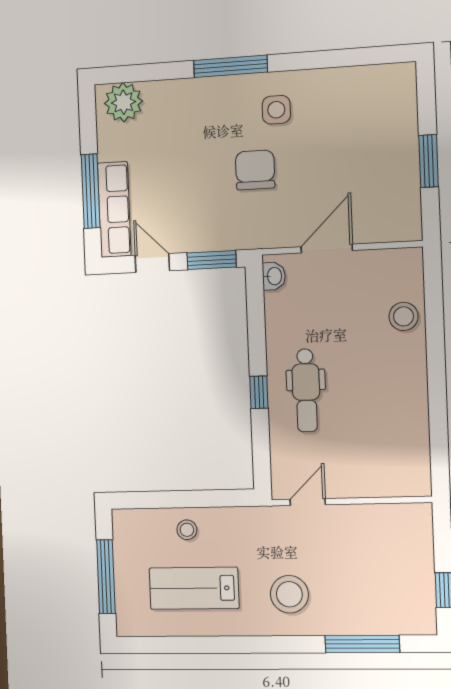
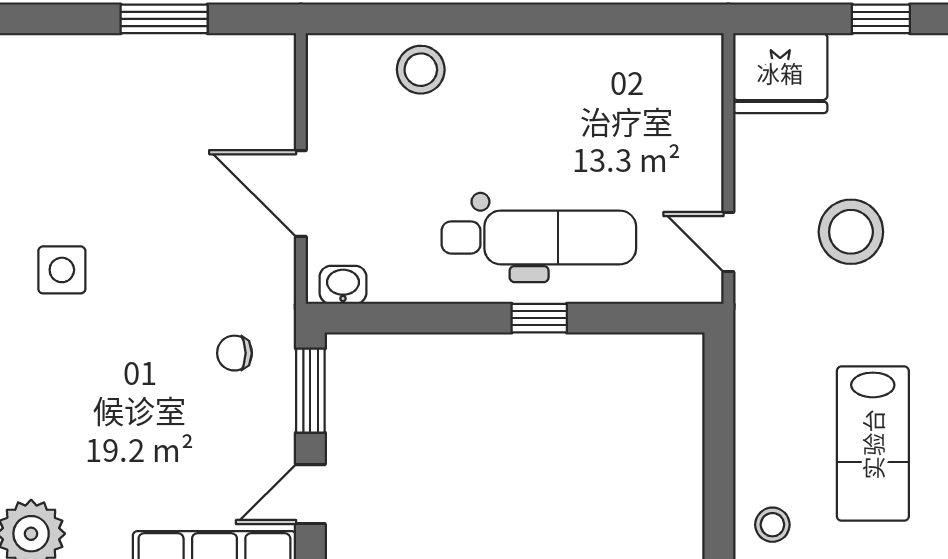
chair: (255, 170) -> (235, 353), moved, width x0.54, depth x0.54
dental chair: (306, 390) -> (539, 237), width x1.36, depth x1.38
stool: (187, 530) -> (772, 525), moved
fridge: (409, 531) -> (780, 73), added
stool: (289, 594) -> (851, 232), moved

